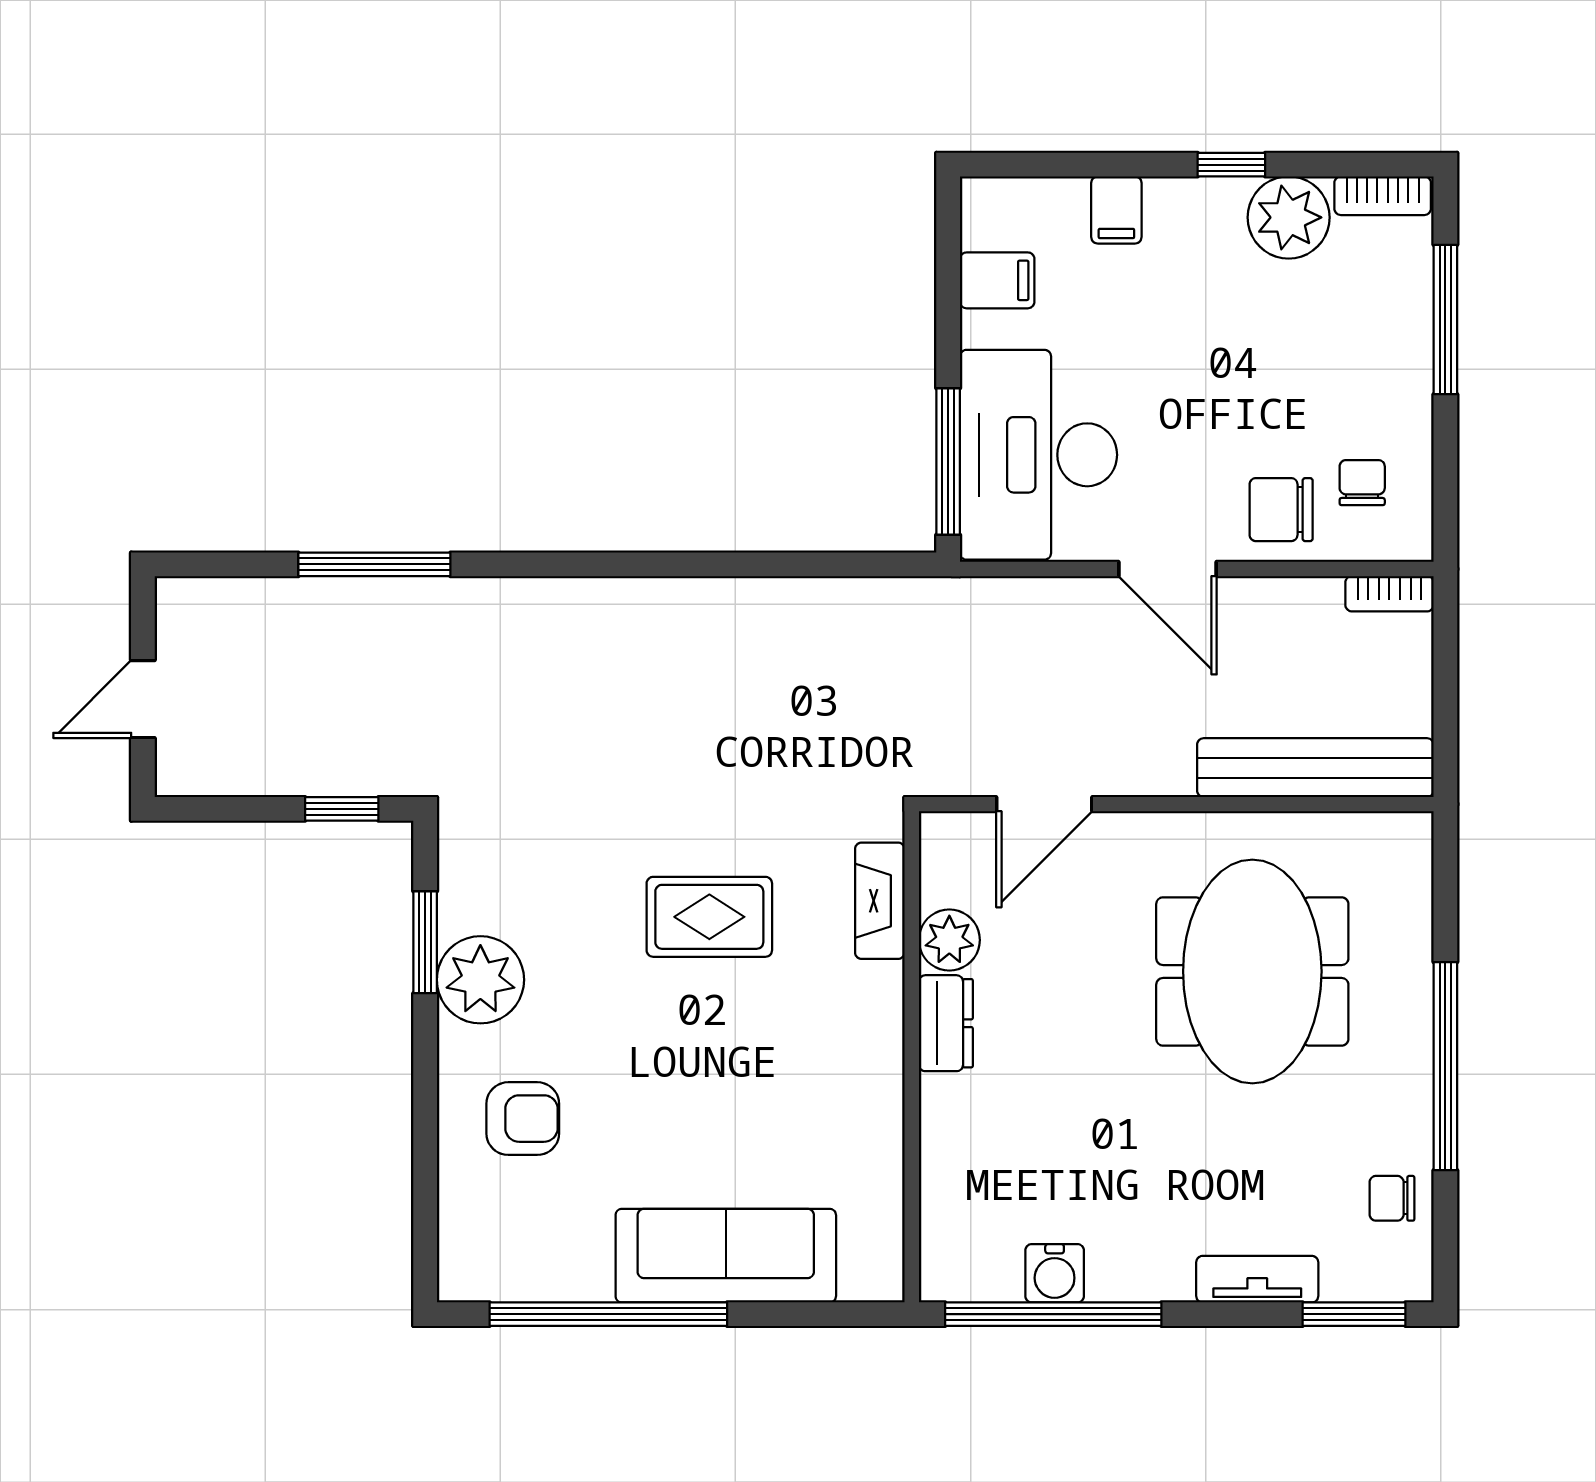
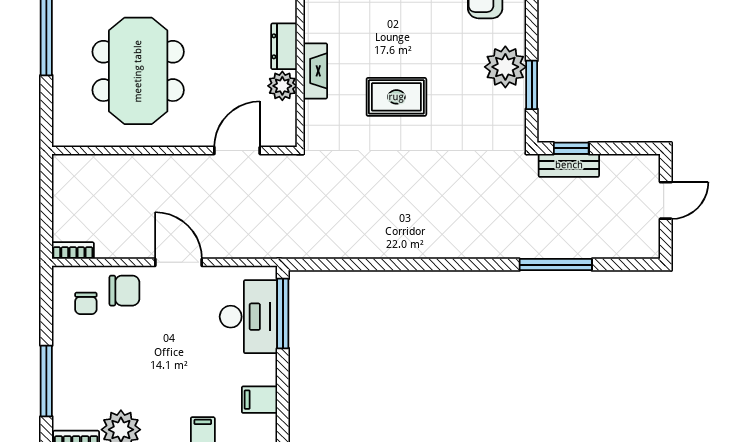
desk: (1038, 455) -> (248, 317), width x0.73, depth x0.77
bench: (1315, 768) -> (569, 165), moved, width x0.54, depth x0.82
fireplace: (880, 901) -> (315, 71), moved

